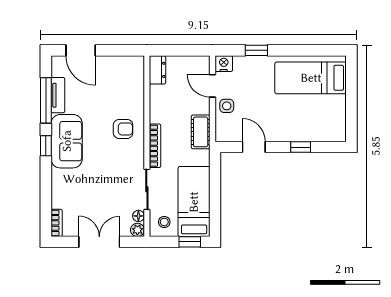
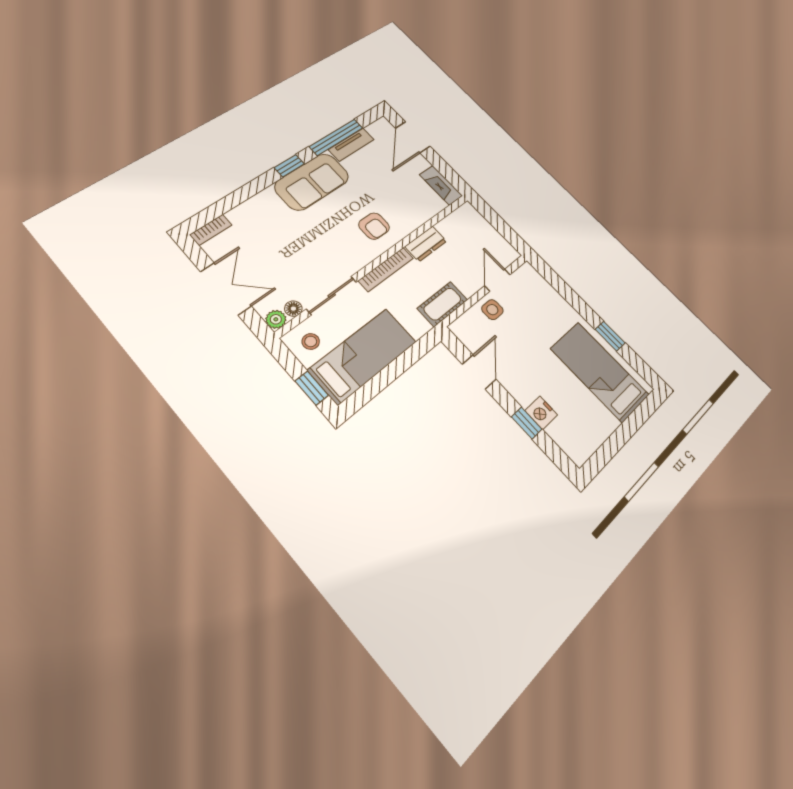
window: (256, 50) -> (610, 336), moved
fireplace: (127, 63) -> (441, 185), added
nightstand: (224, 64) -> (541, 413), moved, turned 180
dresser: (158, 70) -> (426, 244), moved

